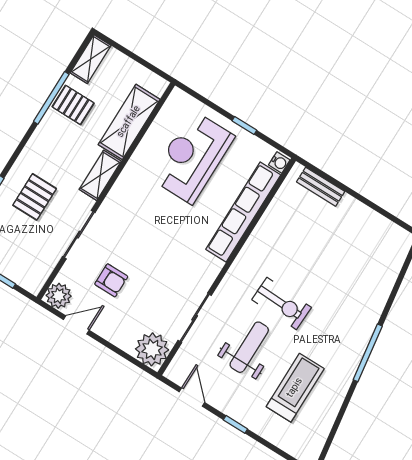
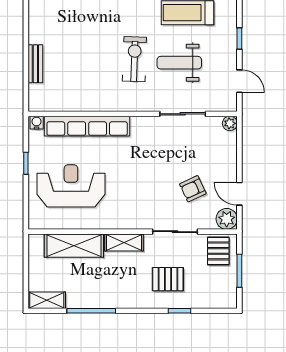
pallet: (73, 105) -> (218, 251), moved
reception desk: (192, 157) -> (71, 186), turned 180
bench: (321, 187) -> (35, 64), moved
armchair: (111, 280) -> (193, 189), turned -115
plant: (152, 349) -> (230, 123), width x0.53, depth x0.53
door: (192, 397) -> (239, 81), swing flipped

